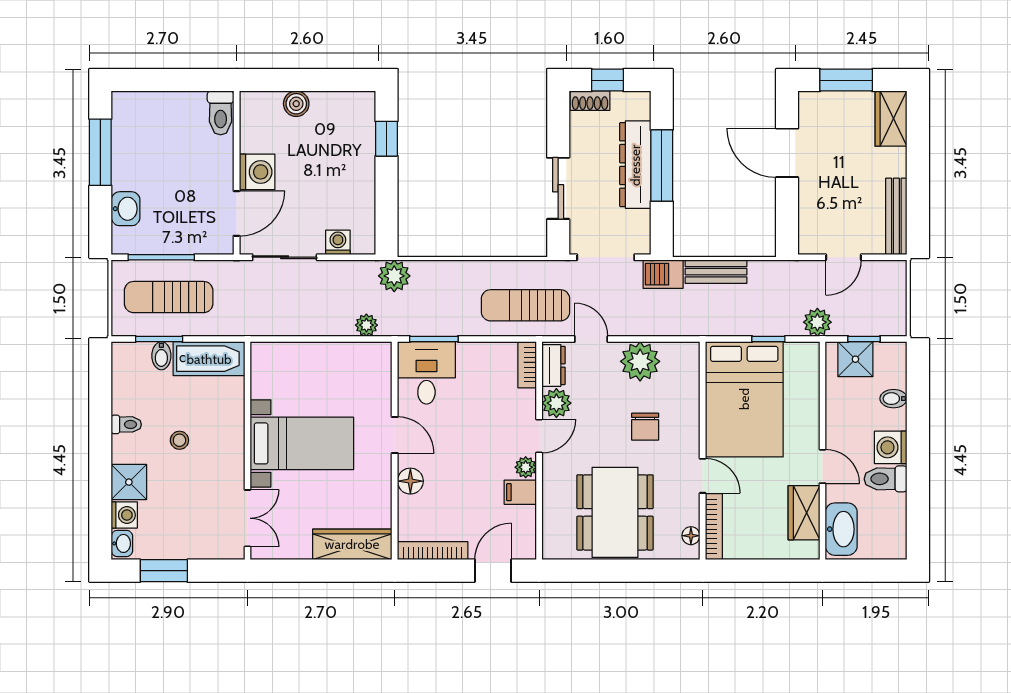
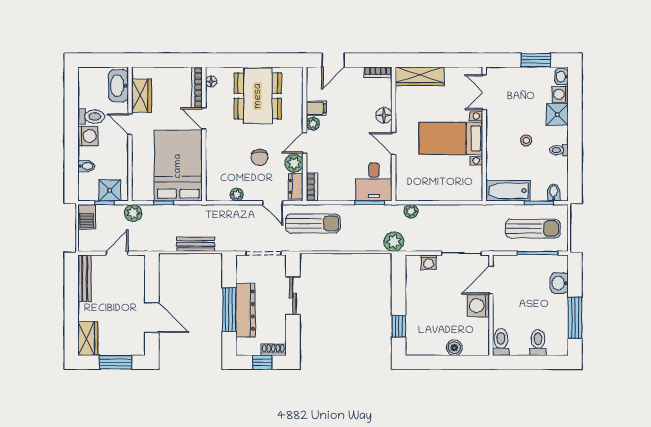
toilet: (160, 112) -> (538, 342), added
barbecue: (663, 274) -> (87, 217), moved, turned 90
bidet: (161, 356) -> (554, 192), moved
plant: (640, 361) -> (237, 195), width x0.53, depth x0.53
chair: (645, 427) -> (260, 158), moved, turned 180
bookcase: (433, 551) -> (378, 72), width x0.64

